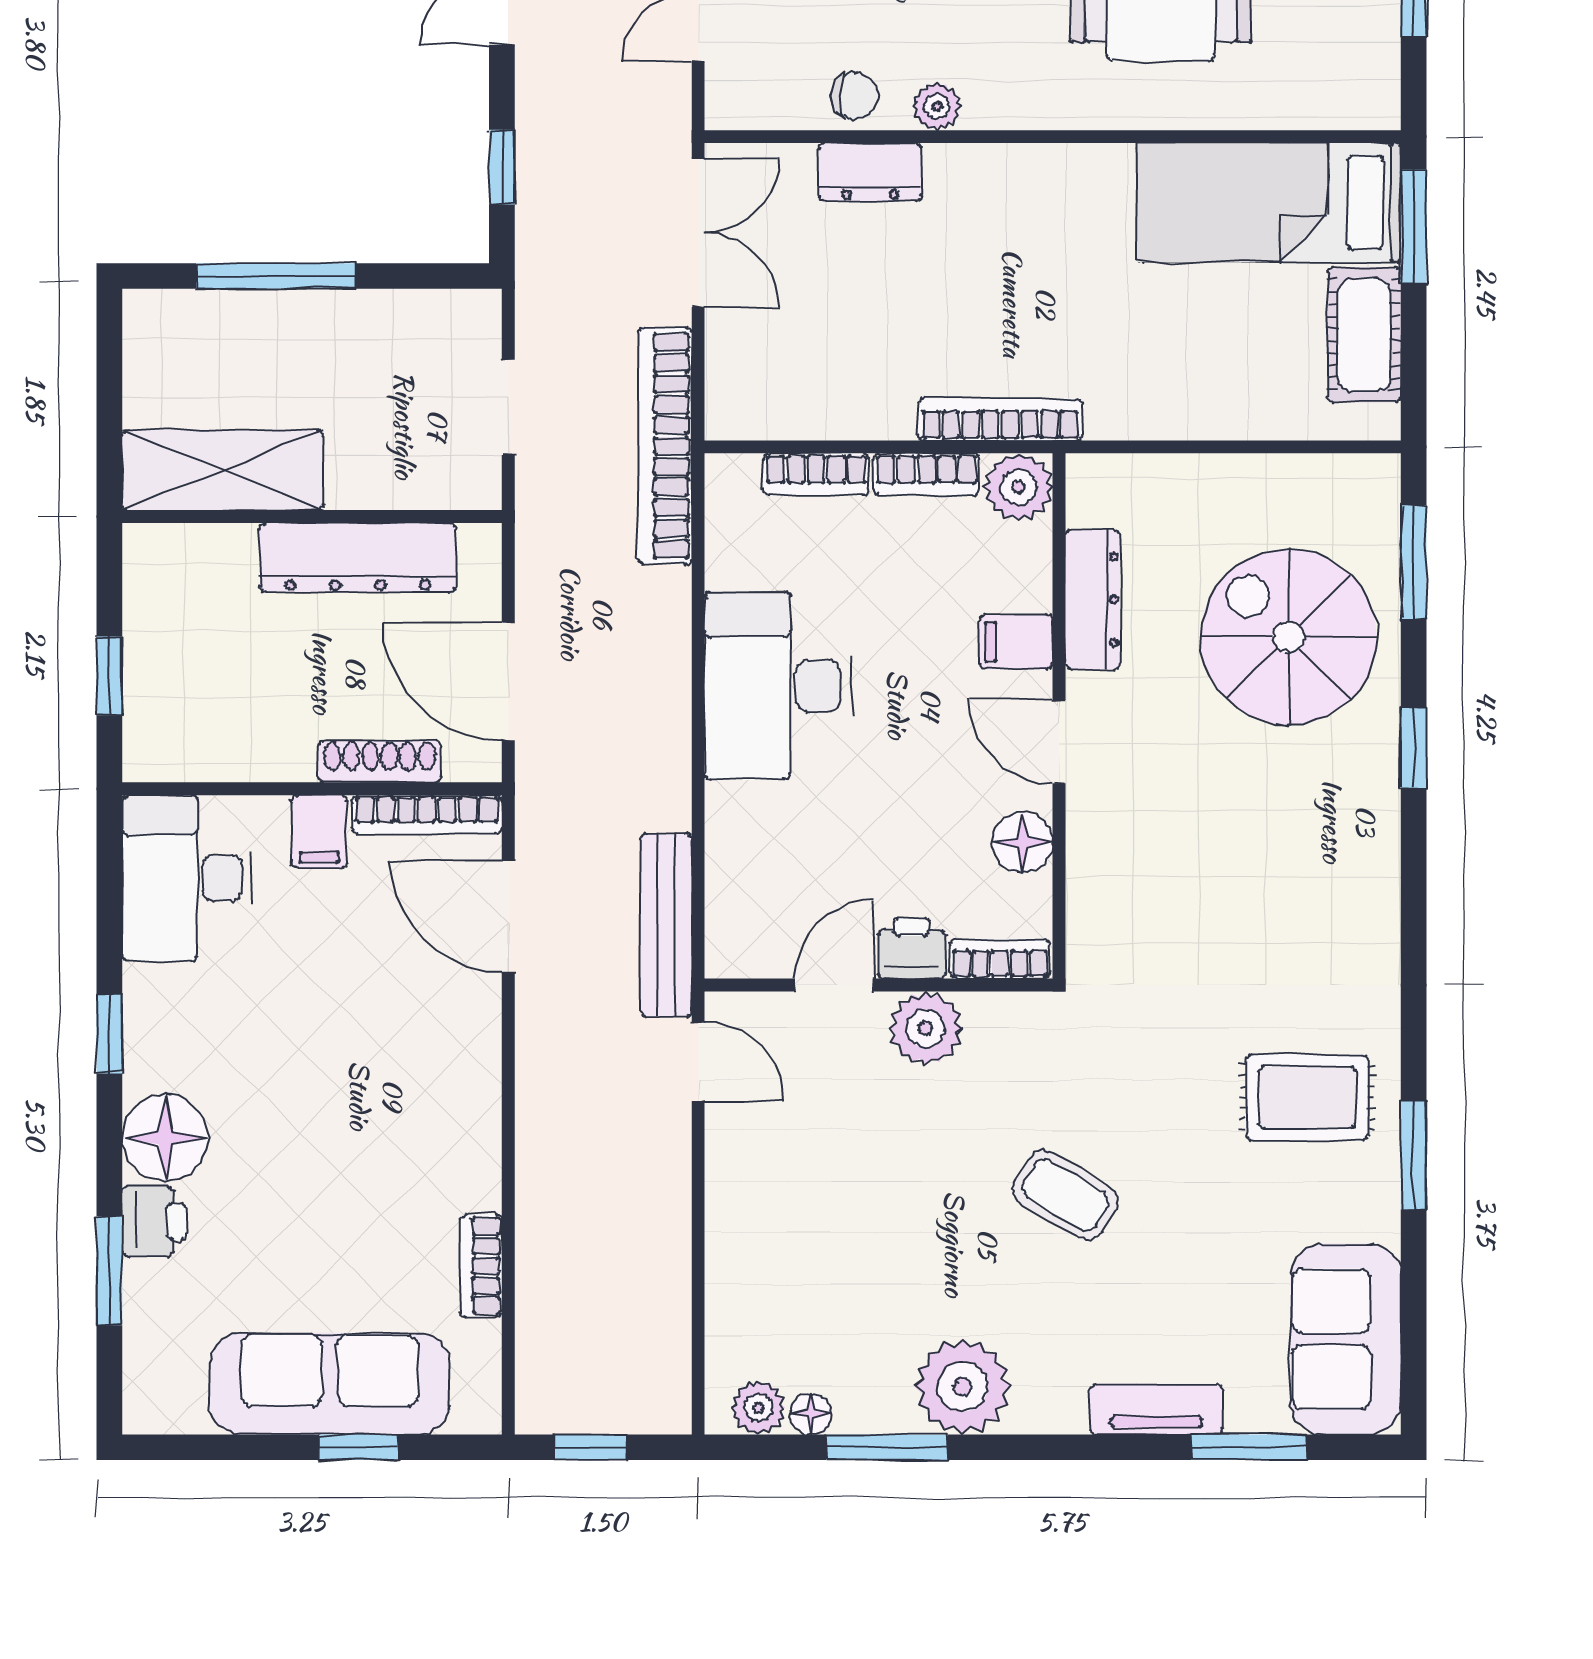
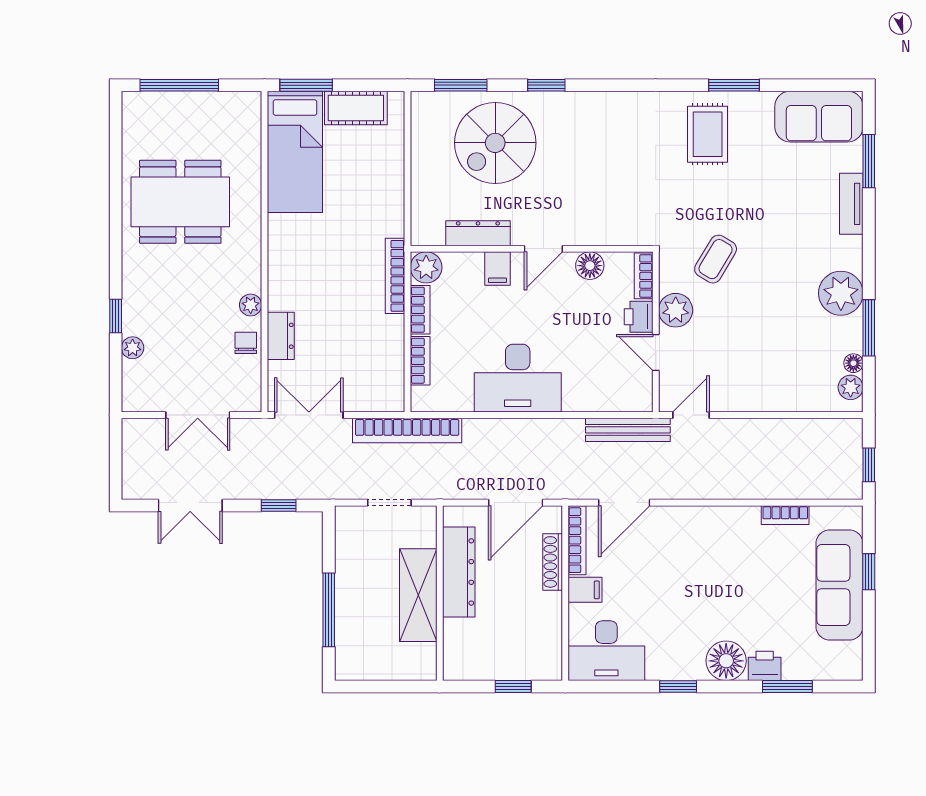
shelving: (223, 470) -> (418, 595), moved
coffee table: (1065, 1195) -> (716, 259), moved

